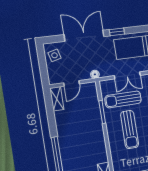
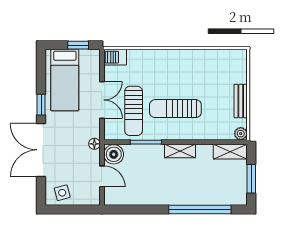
boiler: (89, 90) -> (114, 154), added
shelving: (57, 99) -> (180, 151), moved
sun lounger: (130, 130) -> (175, 109), turned 180

